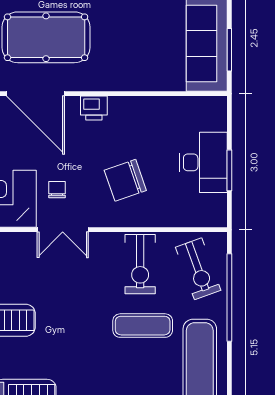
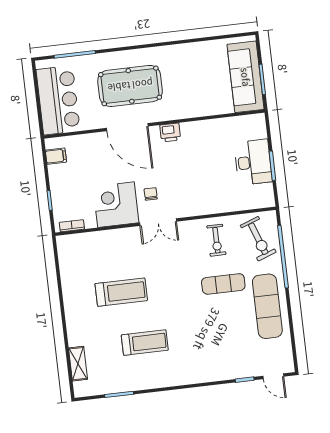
chair: (125, 180) -> (199, 182), removed
exercise bike: (140, 264) -> (216, 240), width x0.73, depth x0.72

